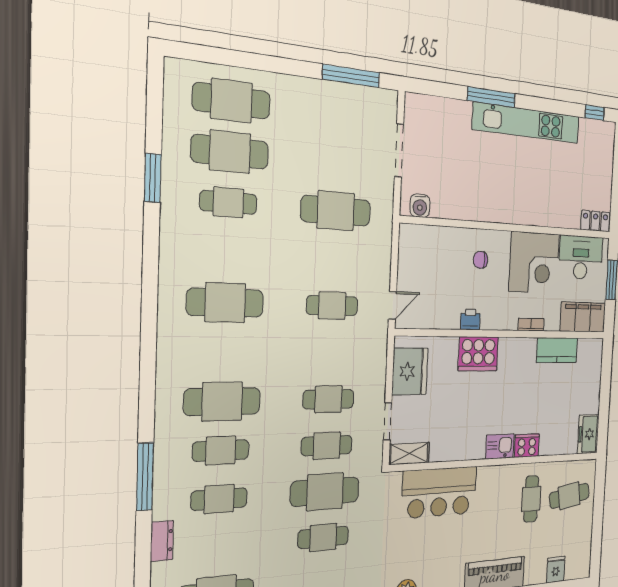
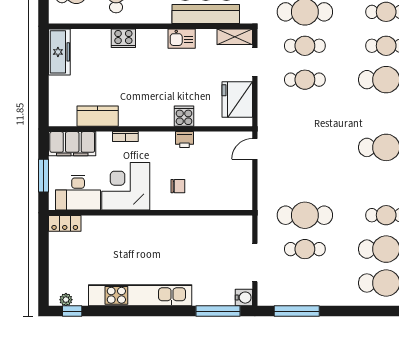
window: (491, 97) -> (218, 311), moved
plant: (600, 128) -> (66, 300), added
water cooler: (420, 206) -> (244, 298), moved, turned 90
cafe table: (332, 306) -> (305, 249), moved
cooker: (478, 354) -> (184, 116), width x0.53, depth x0.76
freezer: (588, 434) -> (59, 52), width x1.40
kitchen sink: (500, 446) -> (182, 39), moved

